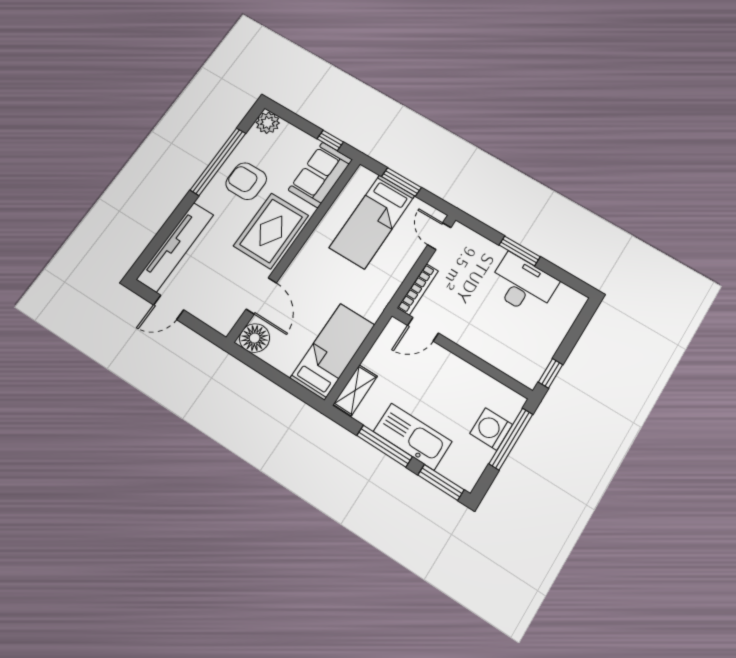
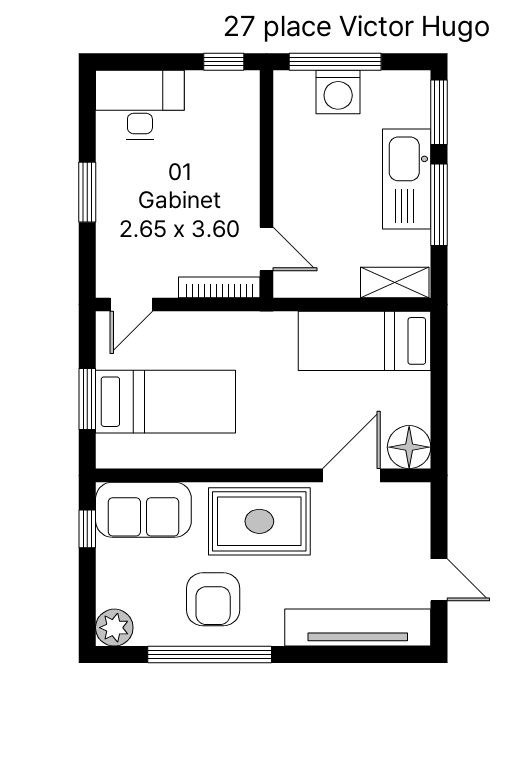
desk: (522, 285) -> (140, 105), moved, turned 90

